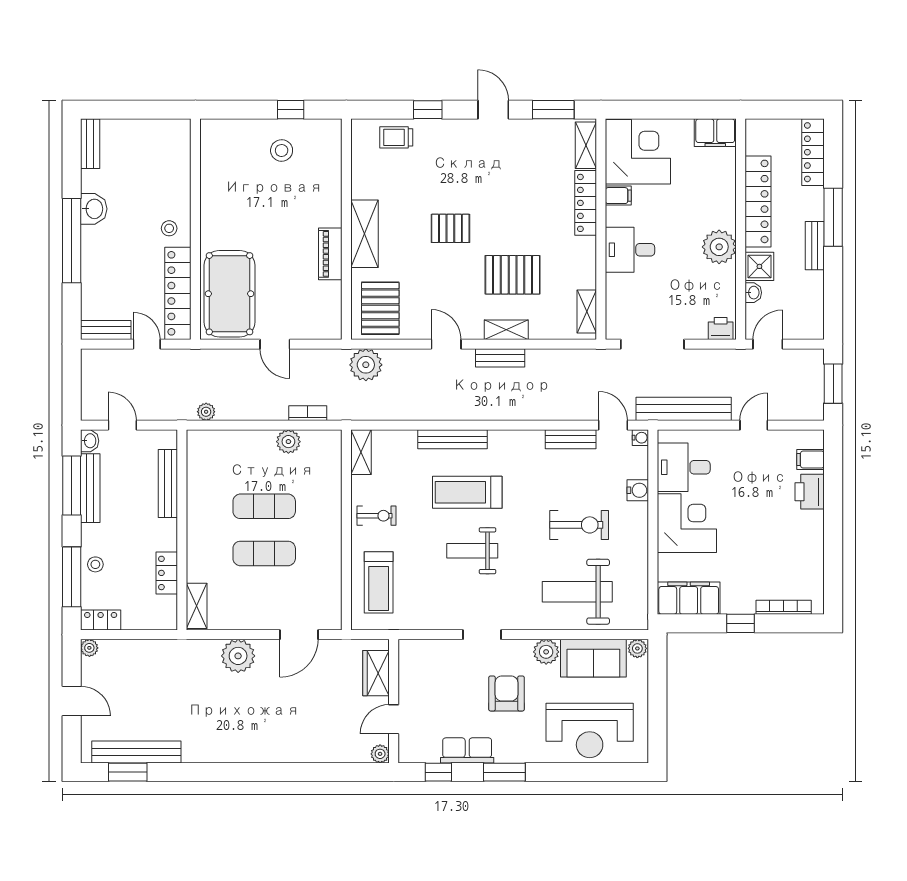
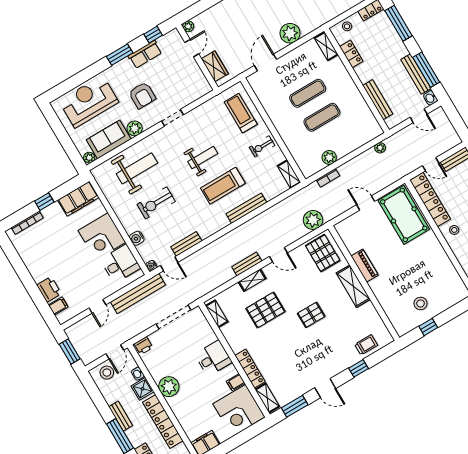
stool: (797, 321) -> (107, 373), added
treadmill: (467, 492) -> (223, 186), turned 180
stool: (95, 564) -> (347, 26), moved

